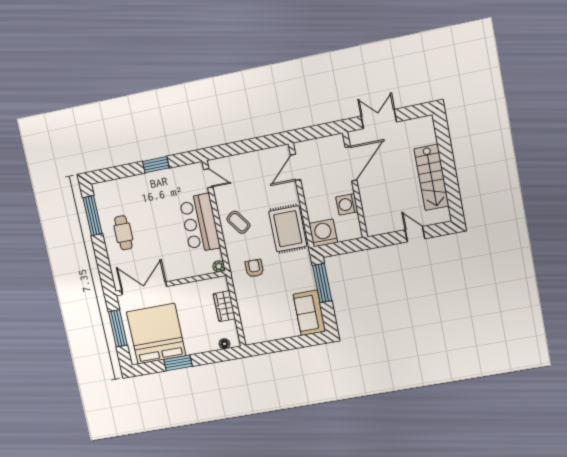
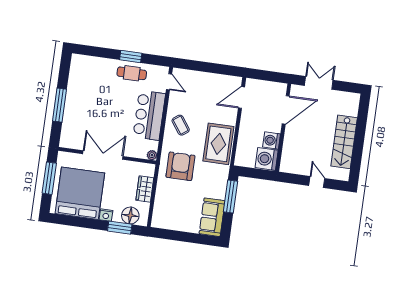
window: (93, 216) -> (60, 105), moved
cafe table: (123, 233) -> (132, 73), moved, turned 90
washing machine: (323, 233) -> (267, 159), moved, turned -90
armchair: (254, 268) -> (180, 166), width x1.88, depth x1.88
double door: (144, 288) -> (103, 155), moved
floor lamp: (224, 344) -> (130, 215), width x1.89, depth x1.89
nightstand: (193, 348) -> (106, 215), added
window: (178, 363) -> (120, 228), moved

